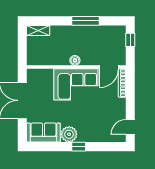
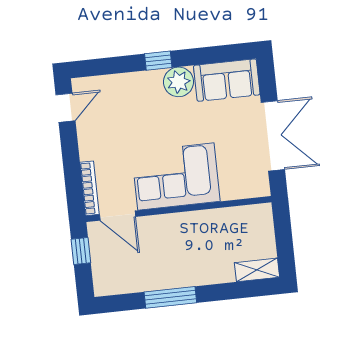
window: (130, 40) -> (81, 251), moved
boiler: (75, 60) -> (182, 221), removed
door: (109, 67) -> (118, 216), swing flipped

